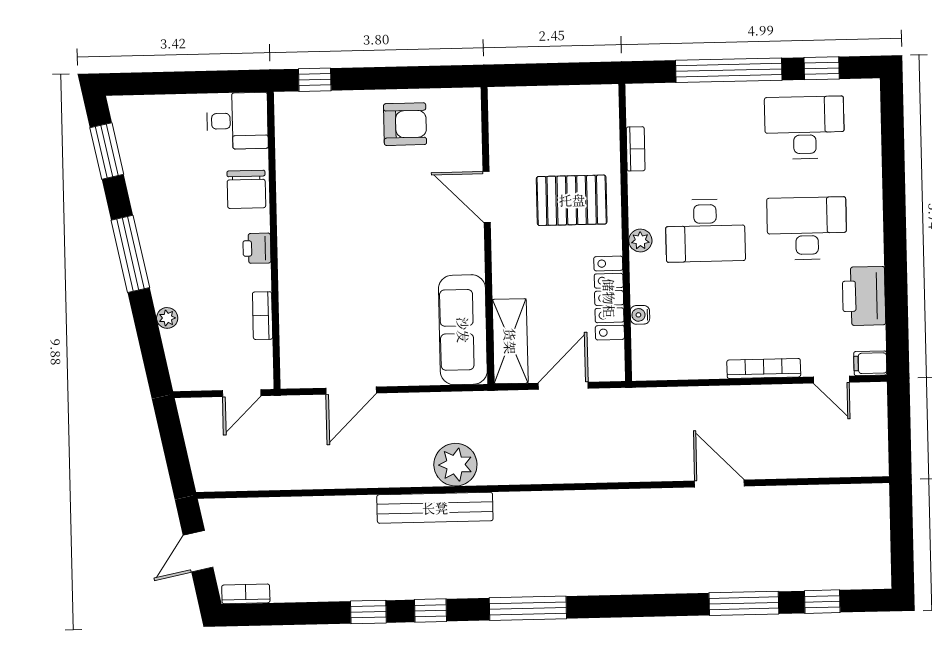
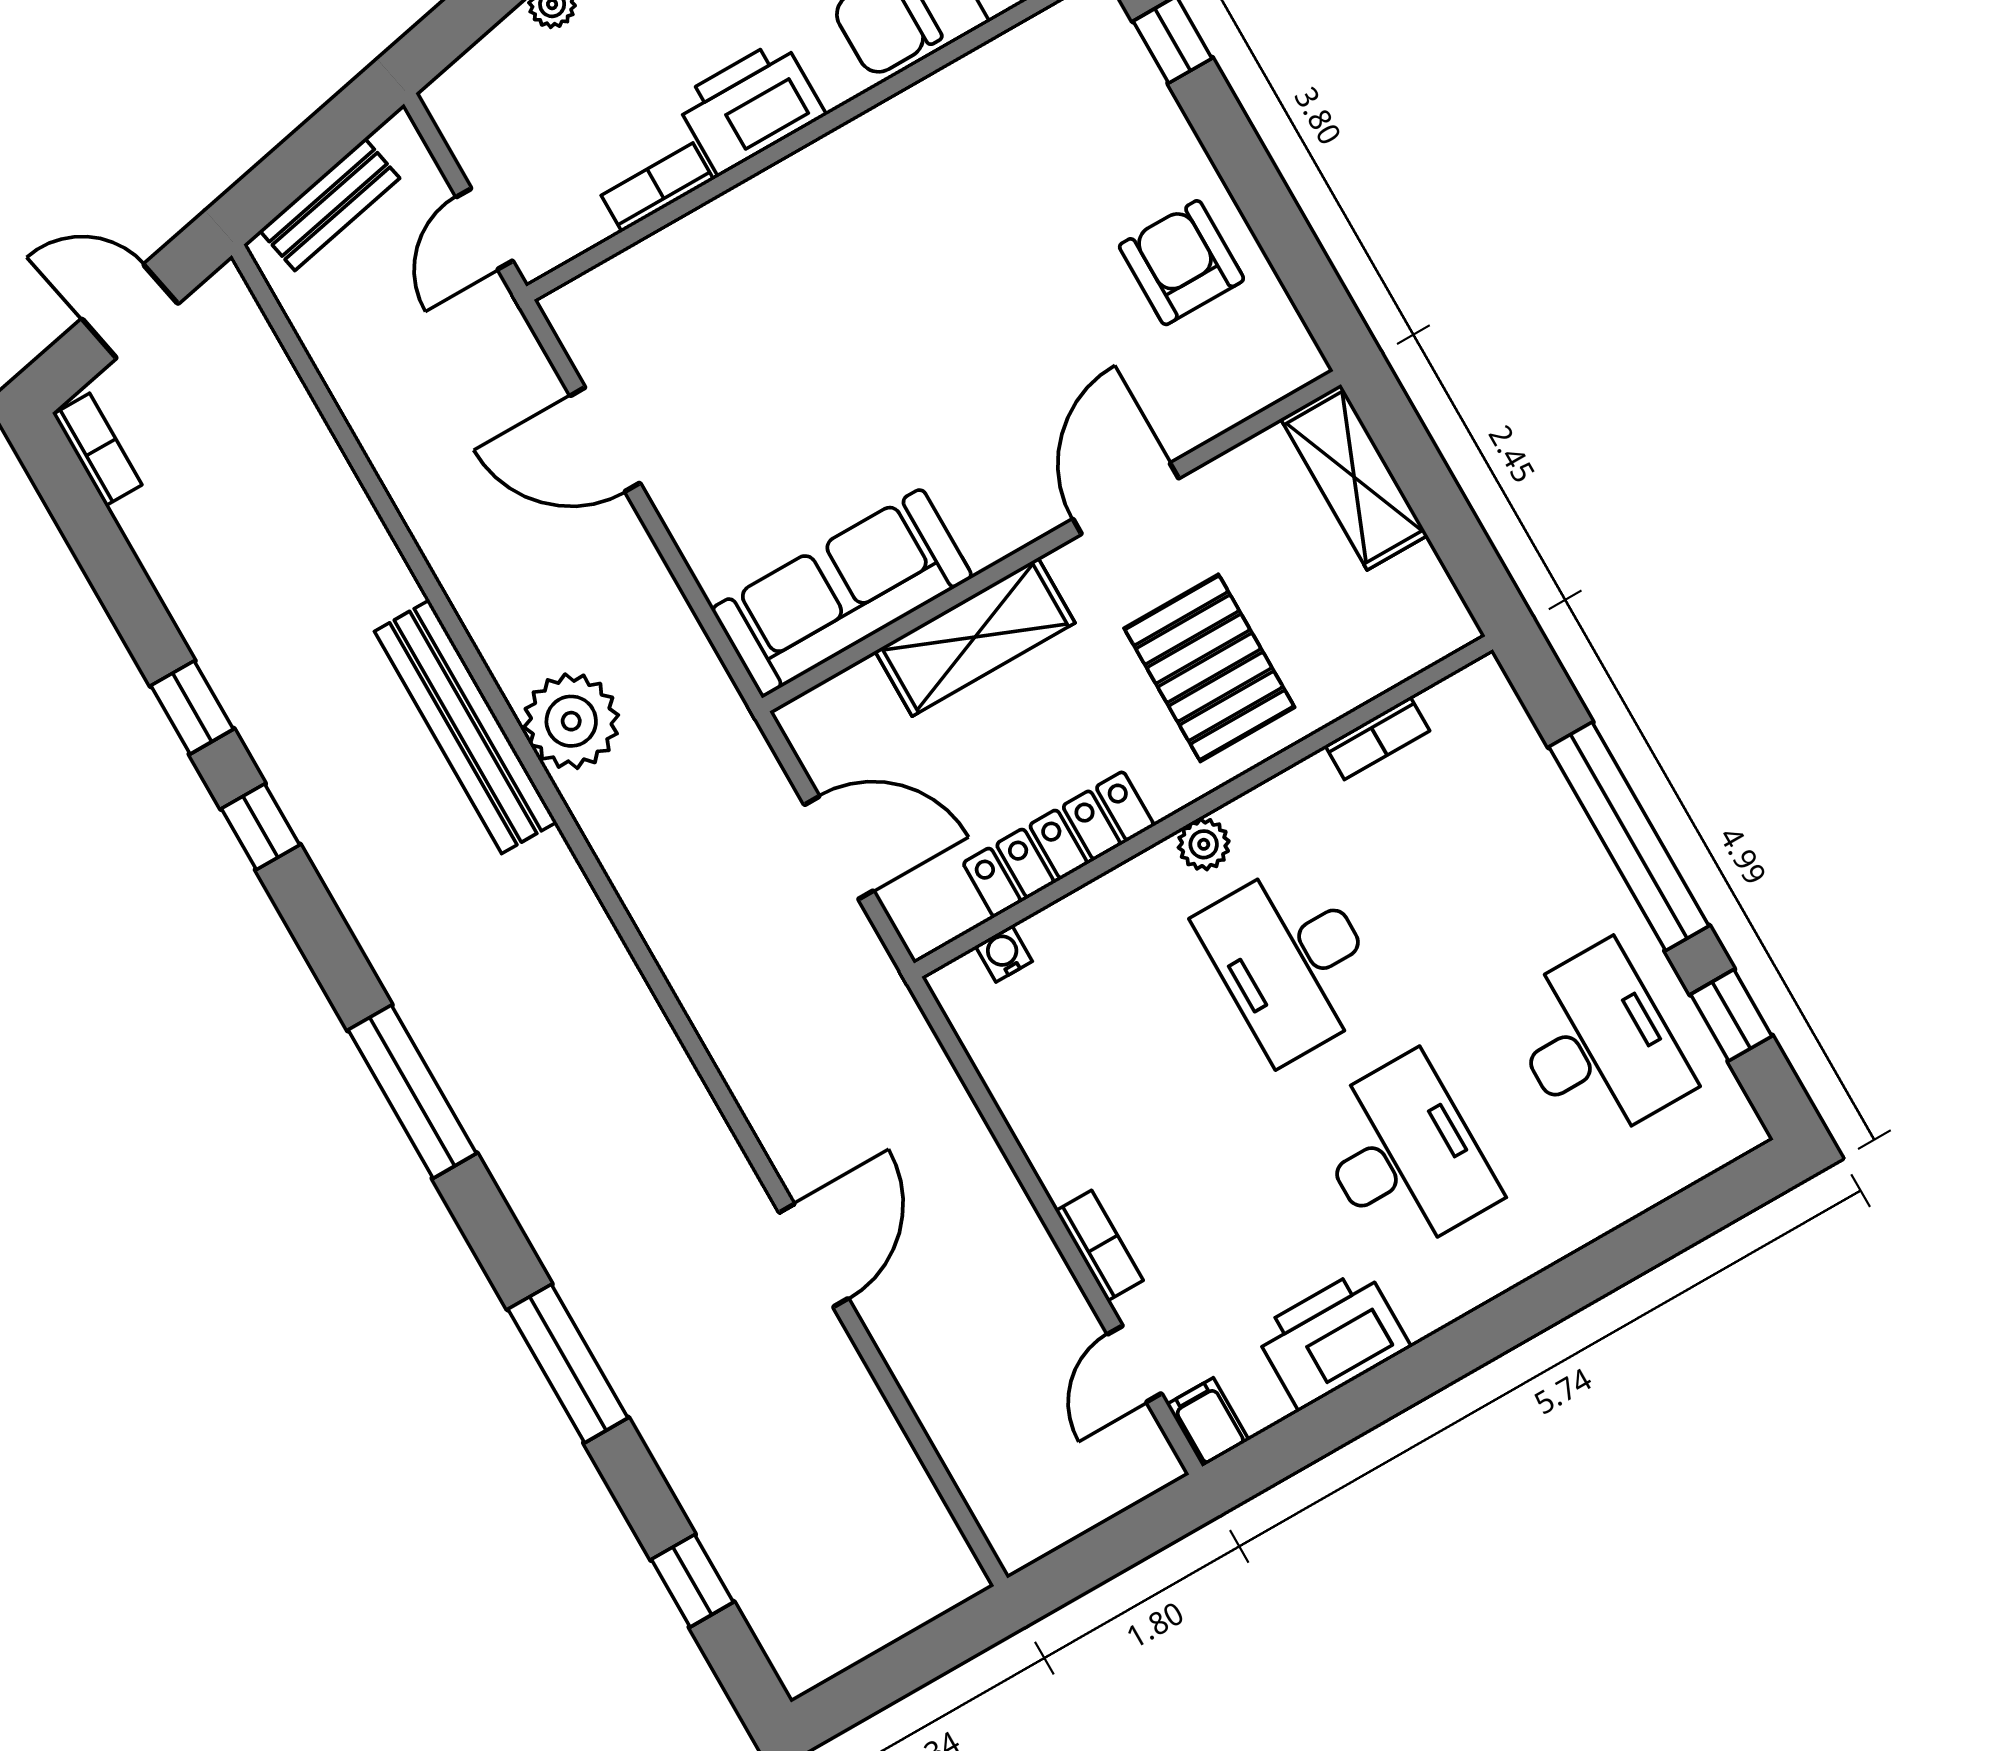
shelving: (527, 102) -> (1354, 477), added
armchair: (405, 124) -> (1181, 263), turned 180
printer: (257, 248) -> (750, 107), width x1.87, depth x1.48
water cooler: (640, 315) -> (1004, 954), moved
shelving: (510, 341) -> (975, 637), moved
bookcase: (764, 368) -> (1099, 1246), width x0.64
door: (242, 393) -> (484, 229), hinge flipped
bench: (199, 449) -> (330, 204), added
window: (744, 603) -> (568, 1364), moved
window: (528, 608) -> (412, 1092), moved

